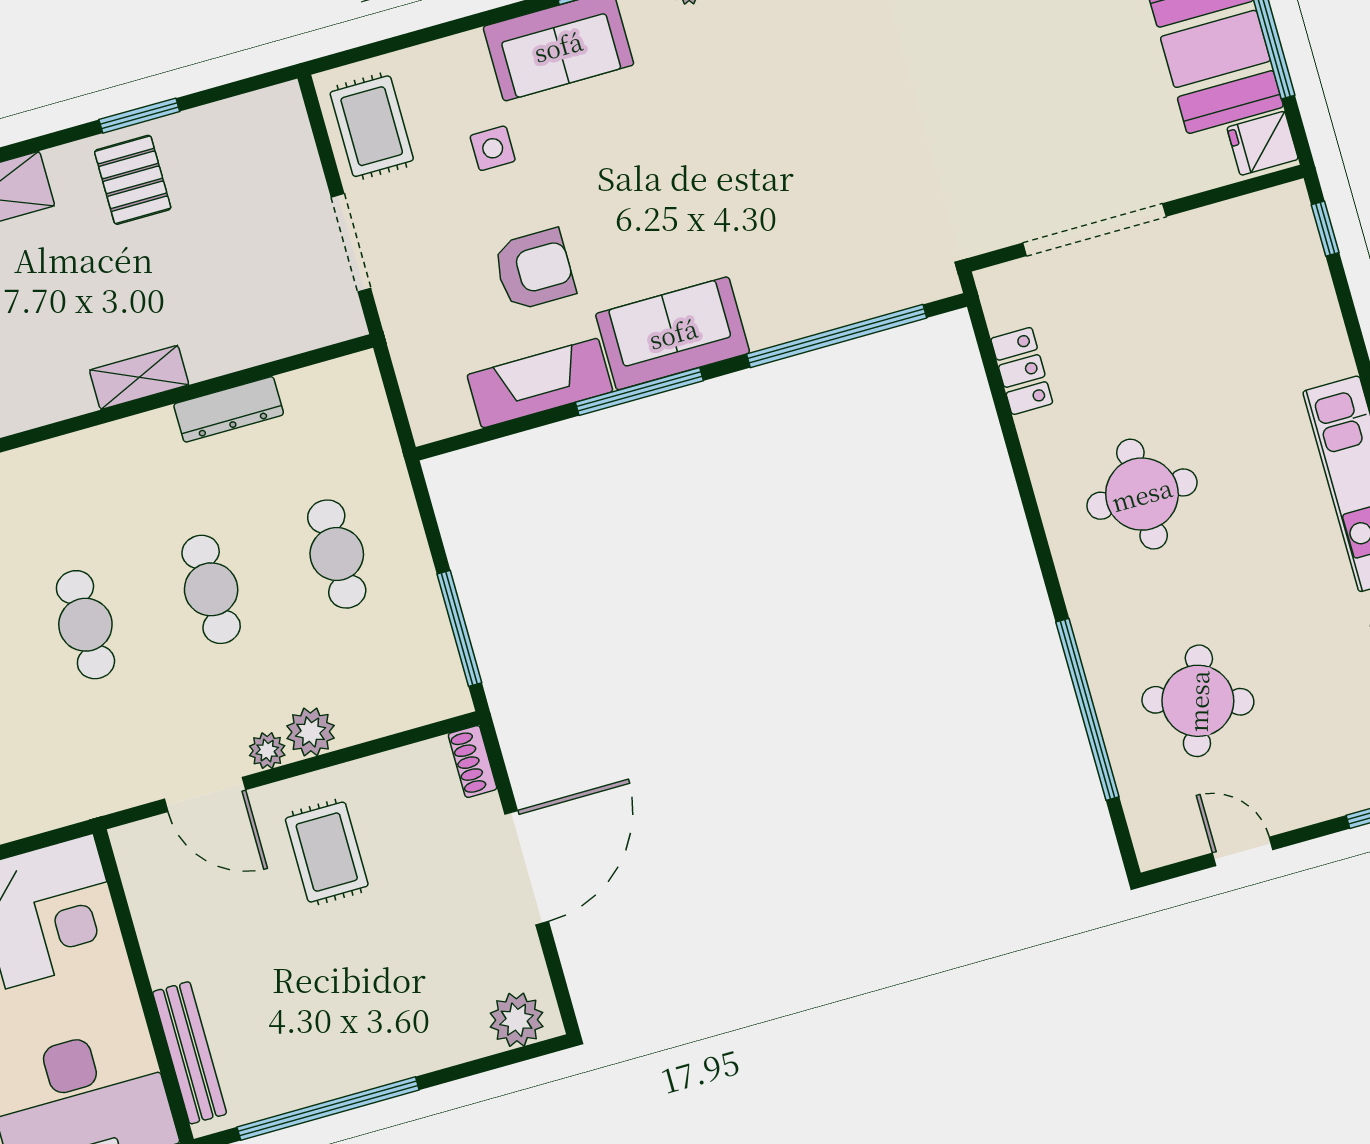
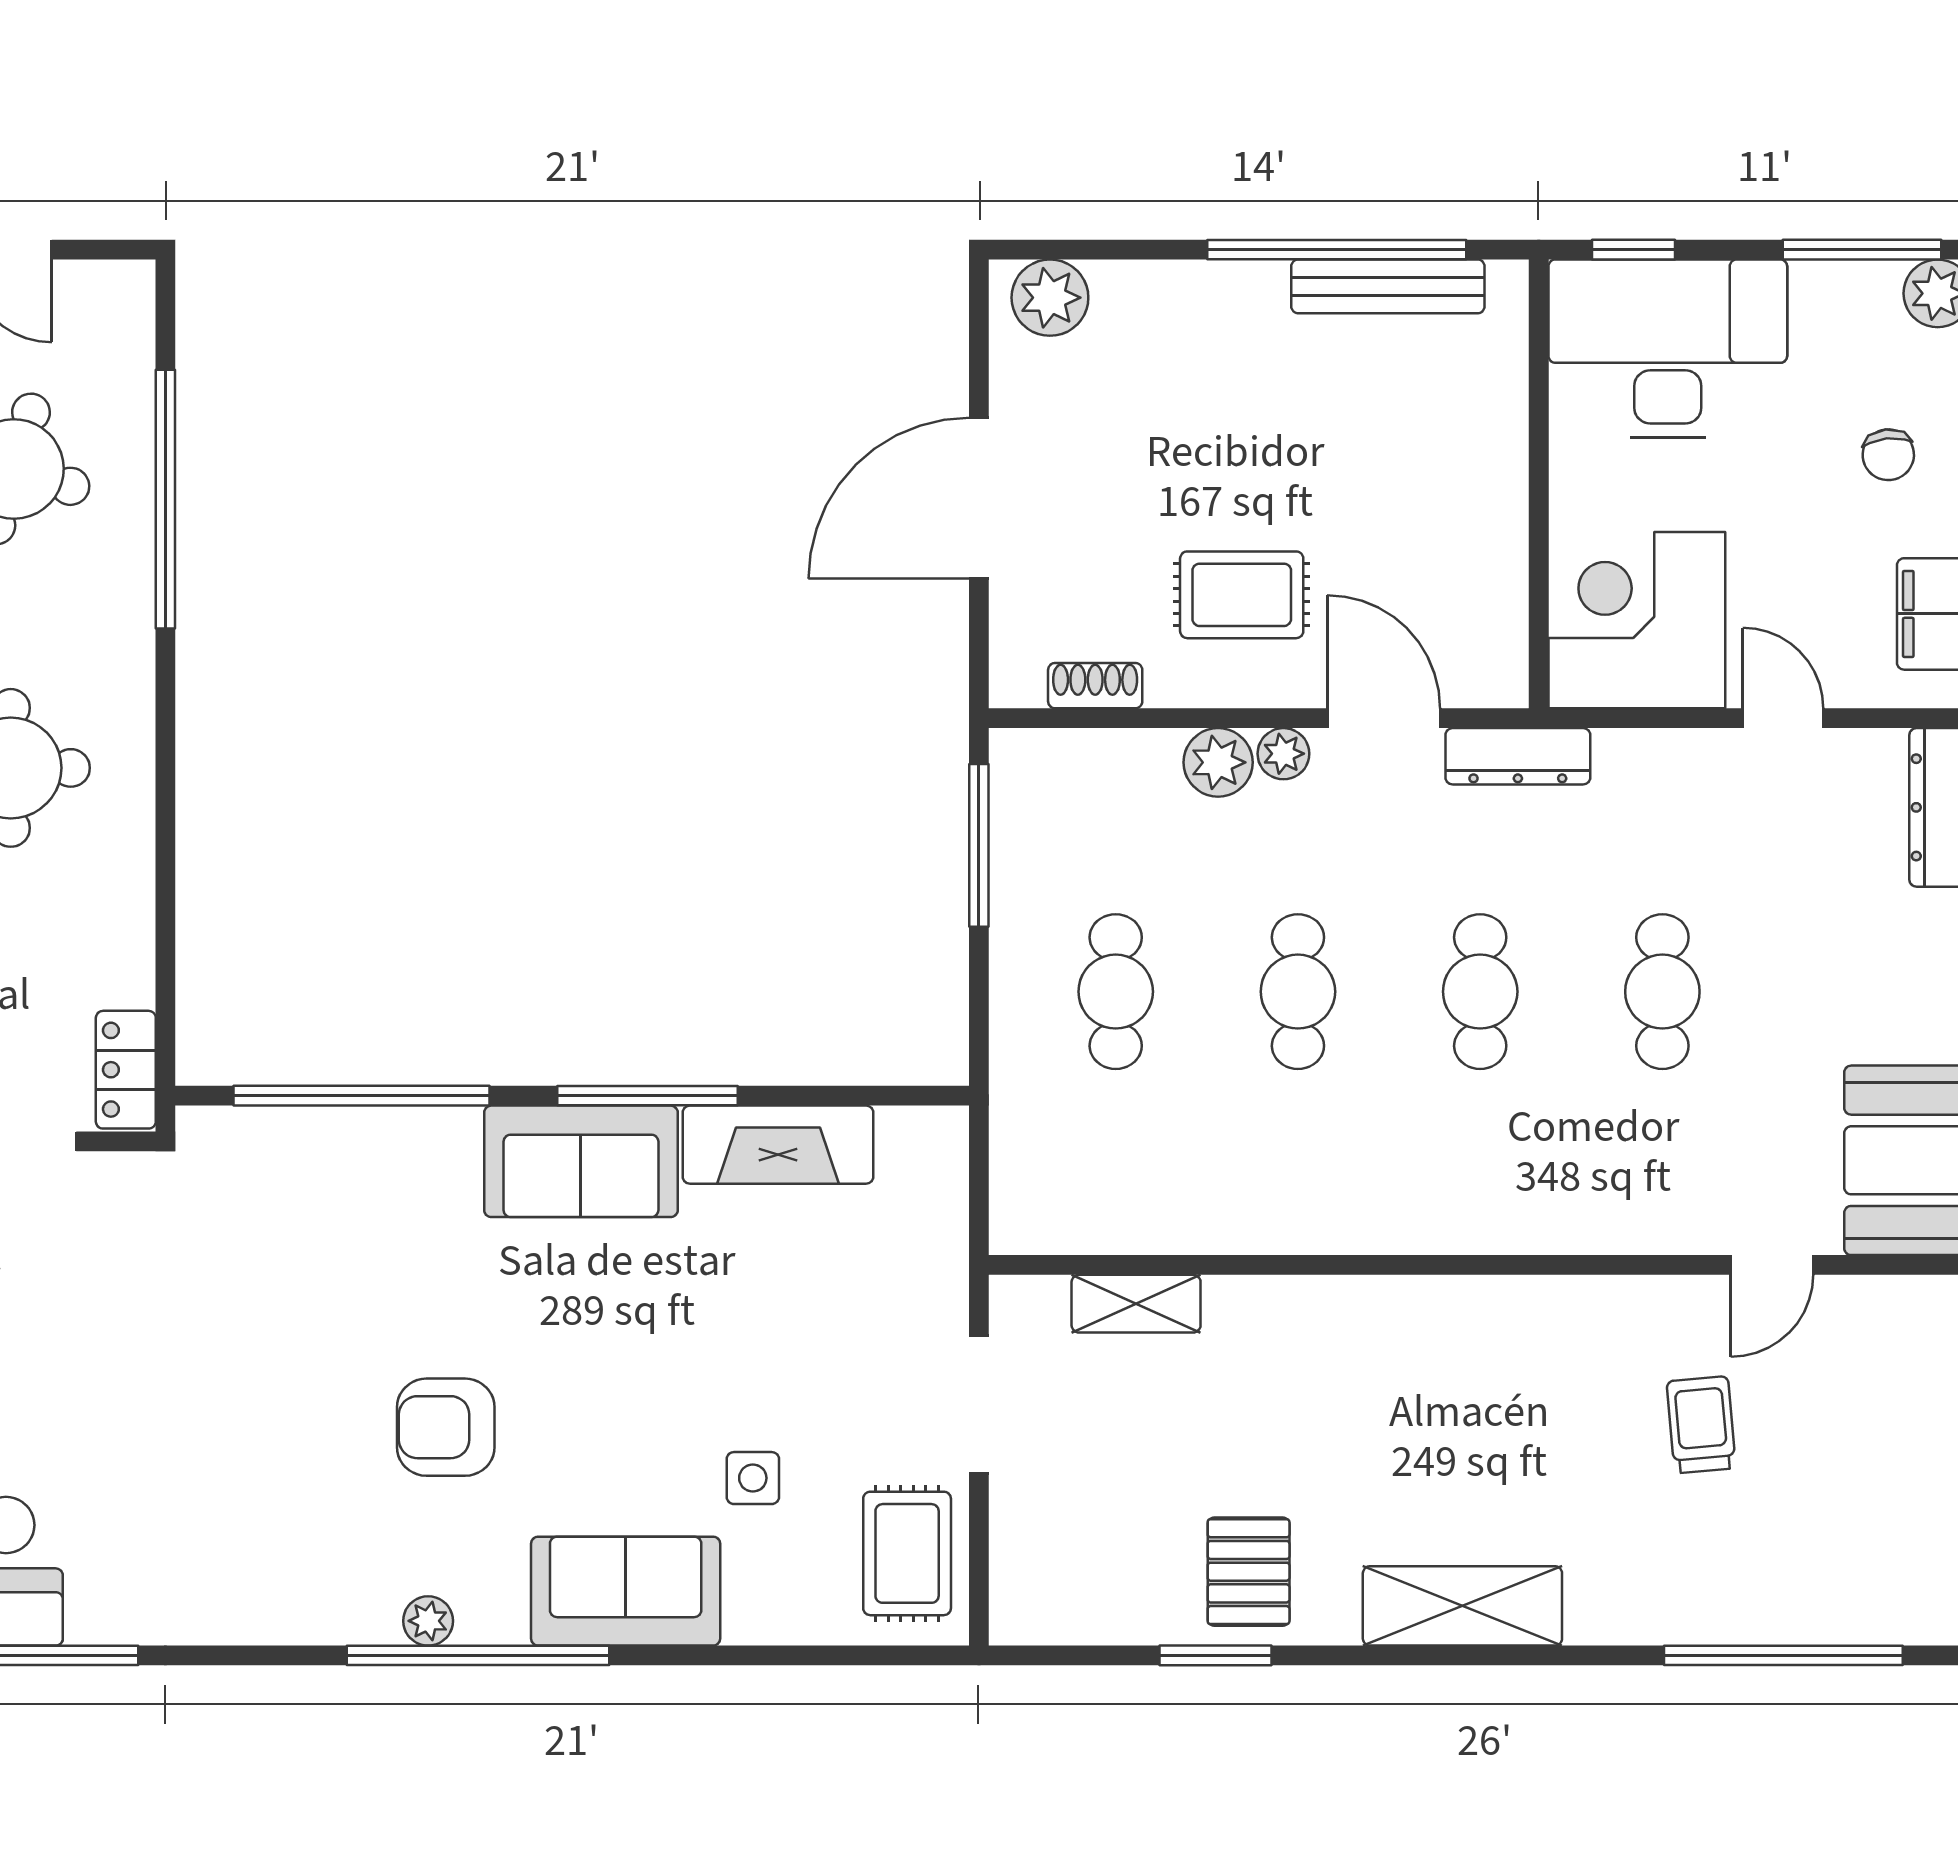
armchair: (534, 270) -> (446, 1427), moved
locker: (1022, 371) -> (126, 1070), moved
shelving: (139, 377) -> (1136, 1304), moved
dresser: (229, 409) -> (1518, 756), moved, turned 180
shoe rack: (473, 761) -> (1095, 686), moved, turned -90
rug: (327, 852) -> (1242, 595), turned 90
bench: (190, 1053) -> (1388, 286), moved, turned 90

